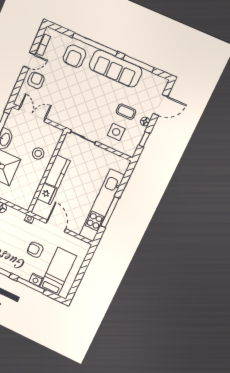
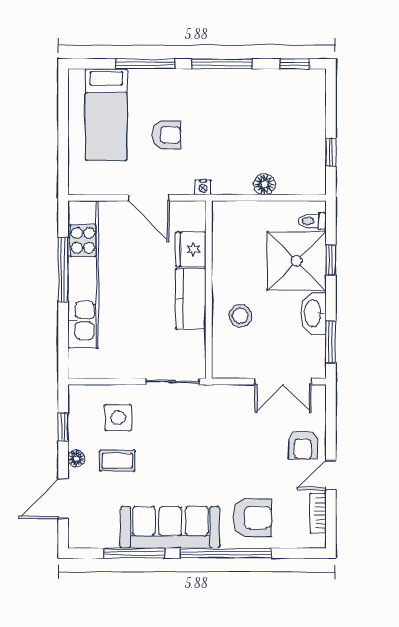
armchair: (75, 56) -> (252, 518), turned 90
nightstand: (36, 280) -> (140, 79), removed

